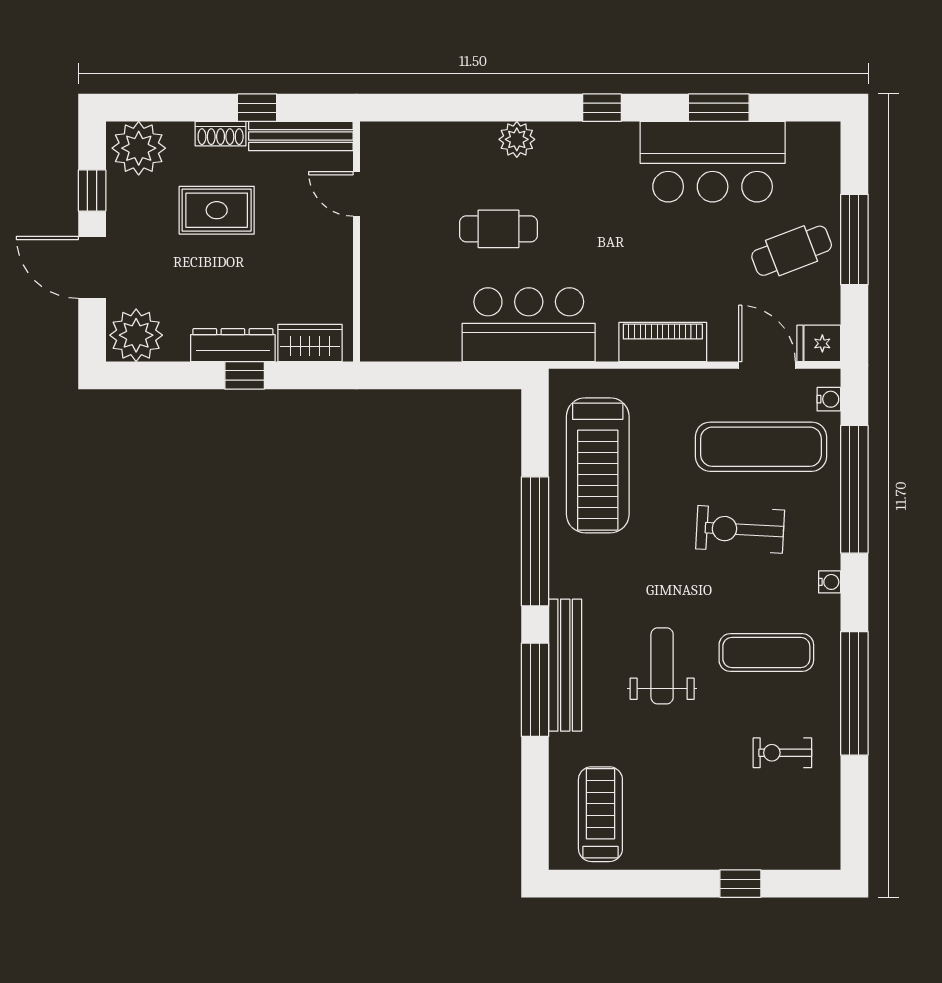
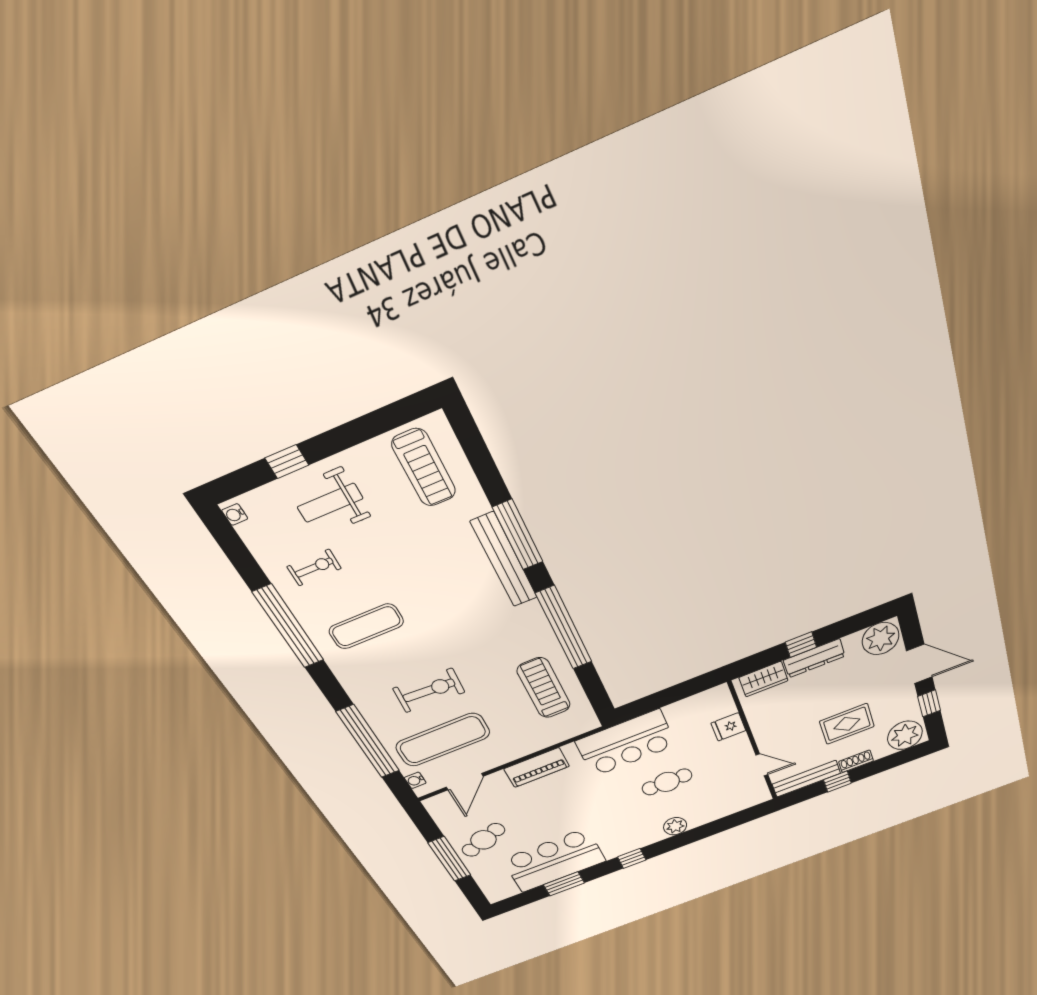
fridge: (819, 343) -> (728, 727), moved, turned 180
door: (767, 365) -> (465, 782), hinge flipped
treadmill: (598, 465) -> (544, 688), width x0.73, depth x0.73
water cooler: (830, 582) -> (235, 514), moved
weight bench: (662, 666) -> (330, 503), moved, turned 90

